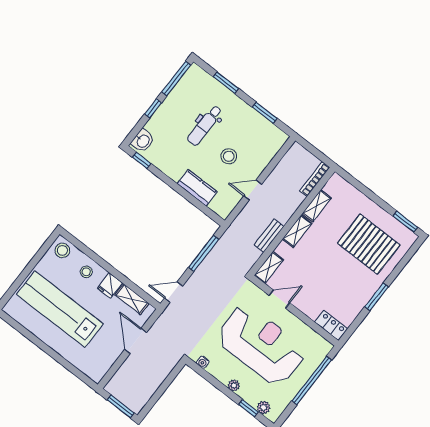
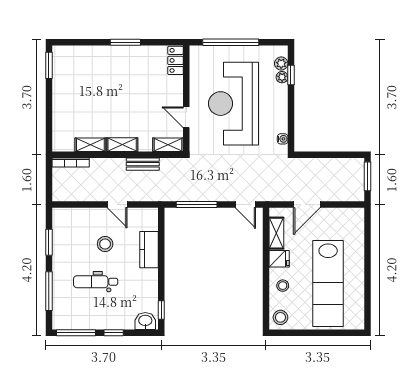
window: (226, 83) -> (49, 291), width x1.44
dental chair: (205, 126) -> (96, 282), turned 180
pallet: (369, 244) -> (89, 80), removed
plant: (234, 385) -> (282, 77), moved

